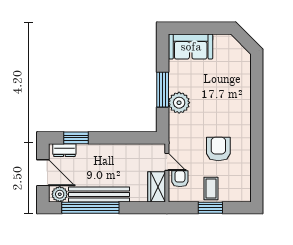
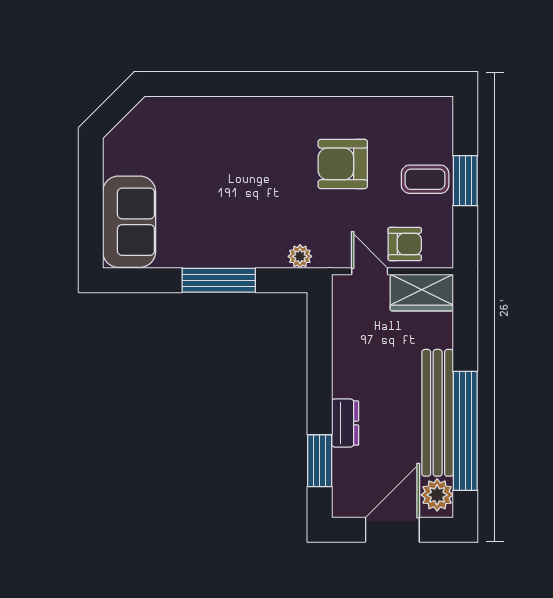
plant: (179, 103) -> (300, 256), moved, width x0.53, depth x0.53
dresser: (64, 150) -> (345, 423), moved
door: (167, 162) -> (370, 271), hinge flipped
armchair: (180, 179) -> (405, 244), turned 180

